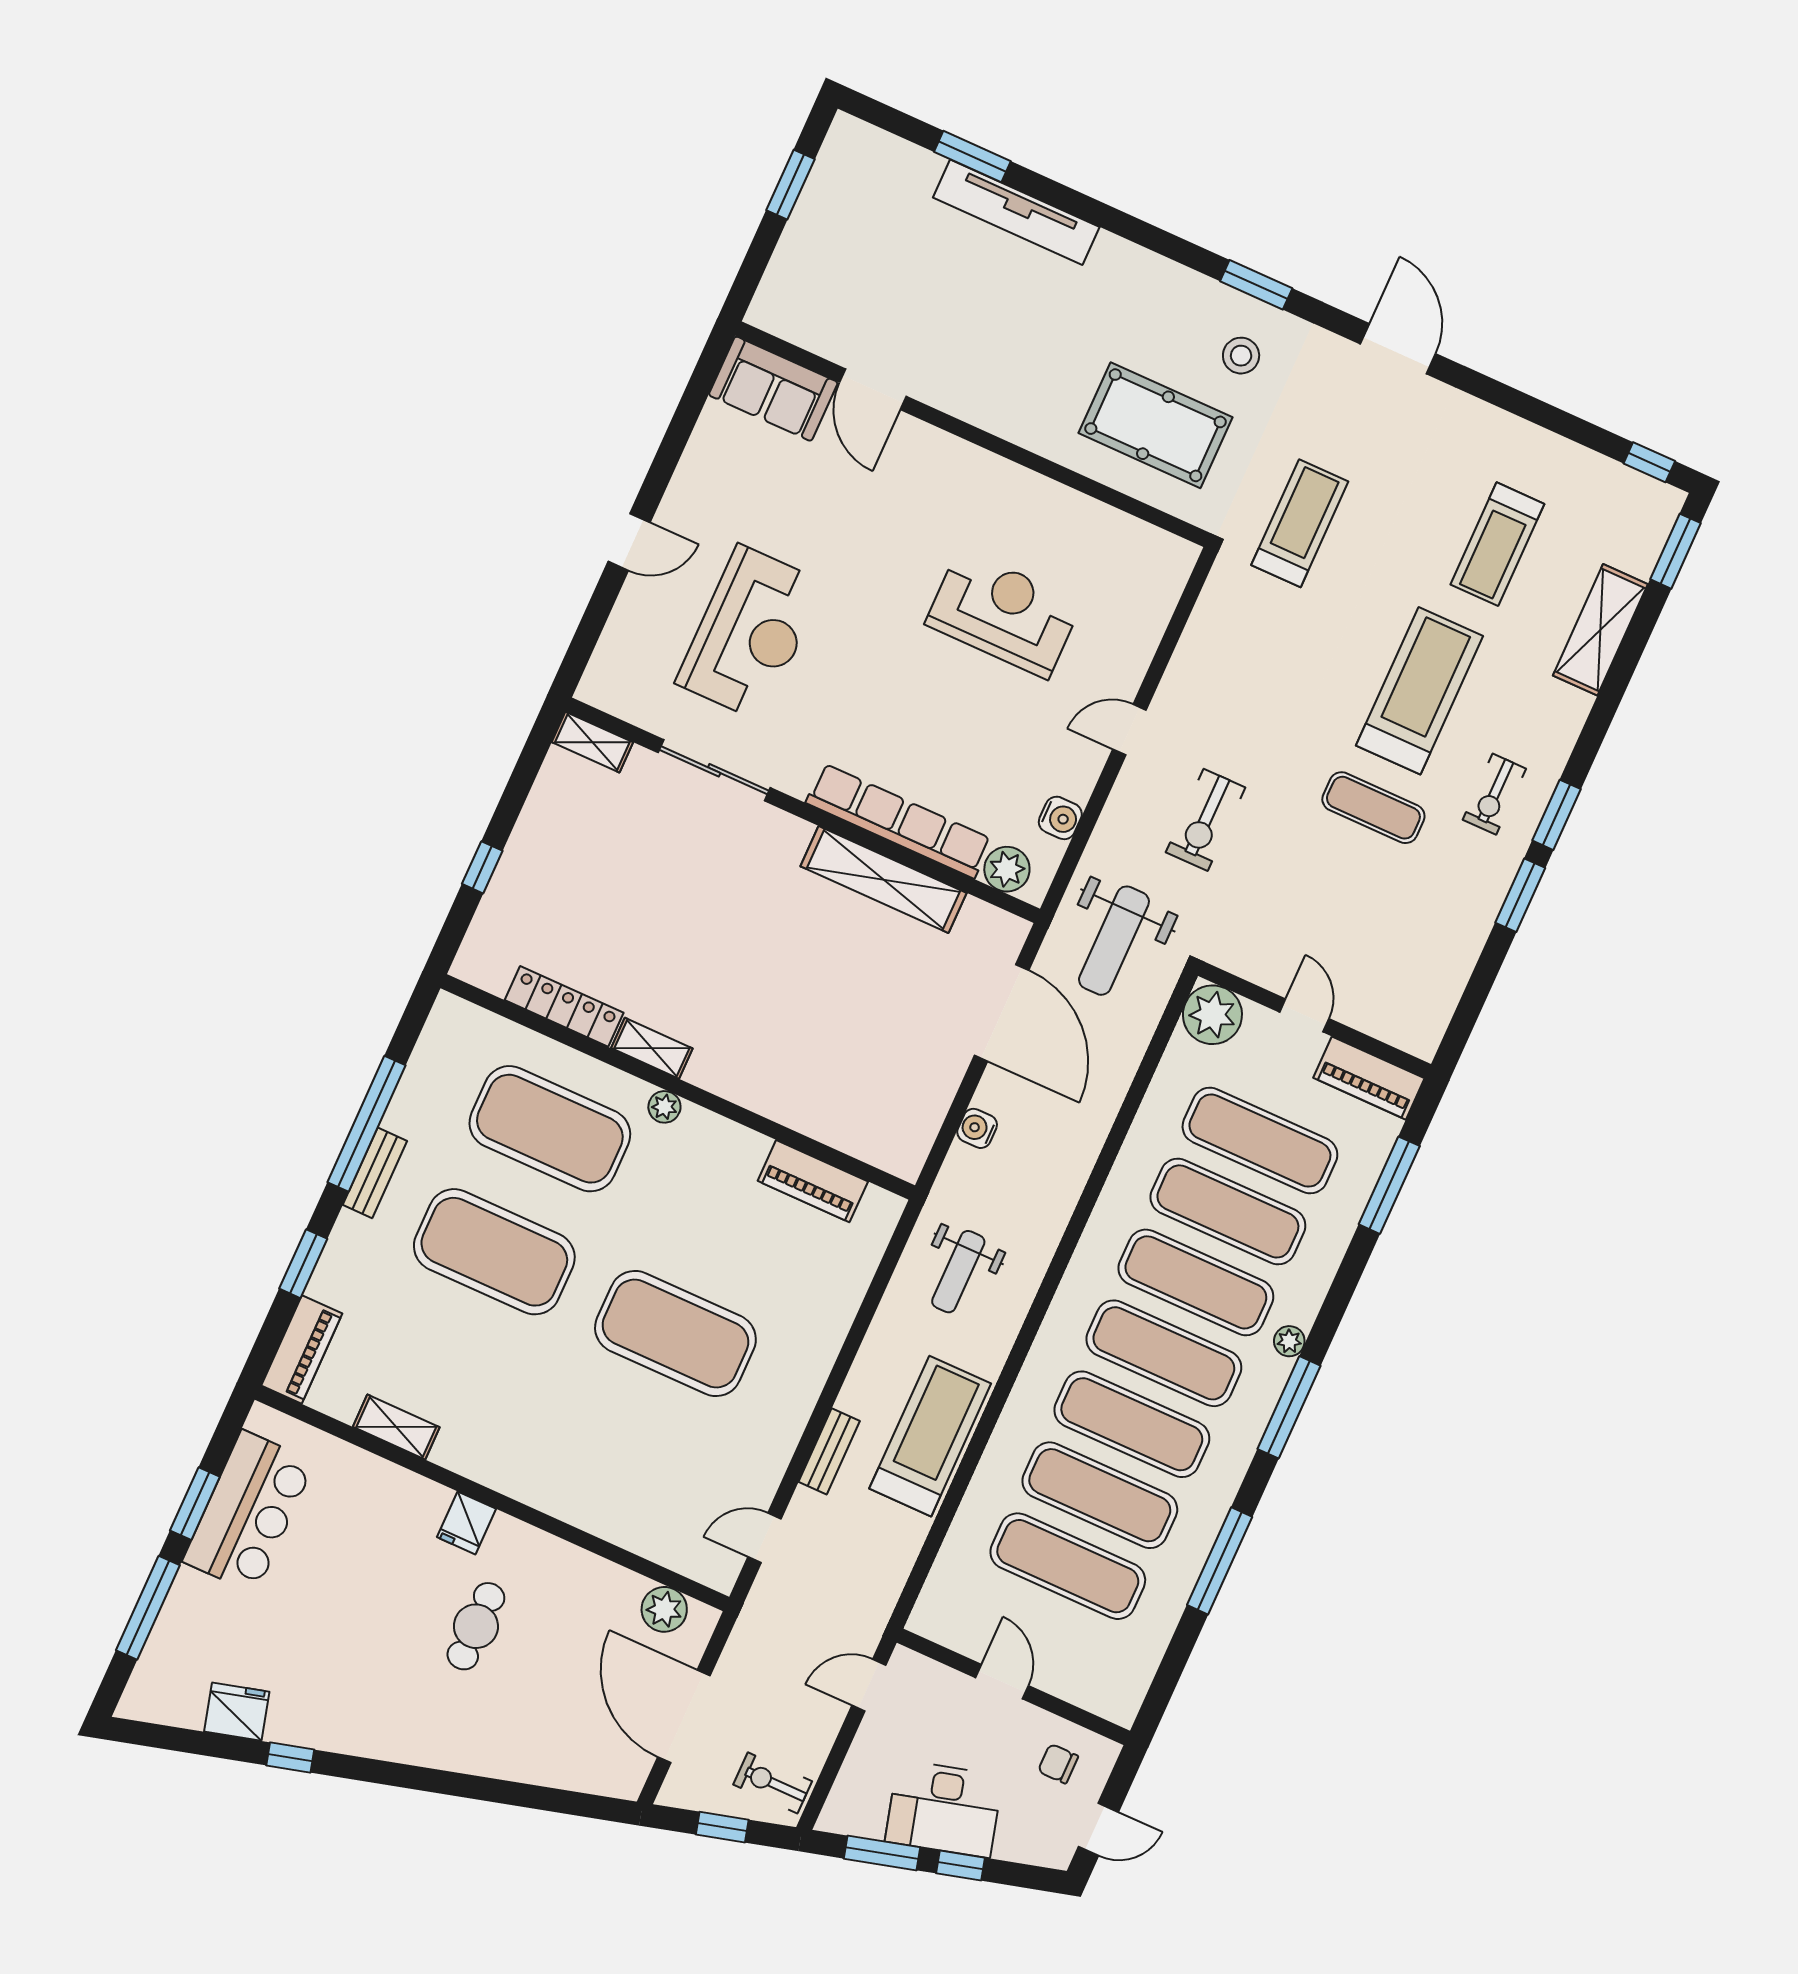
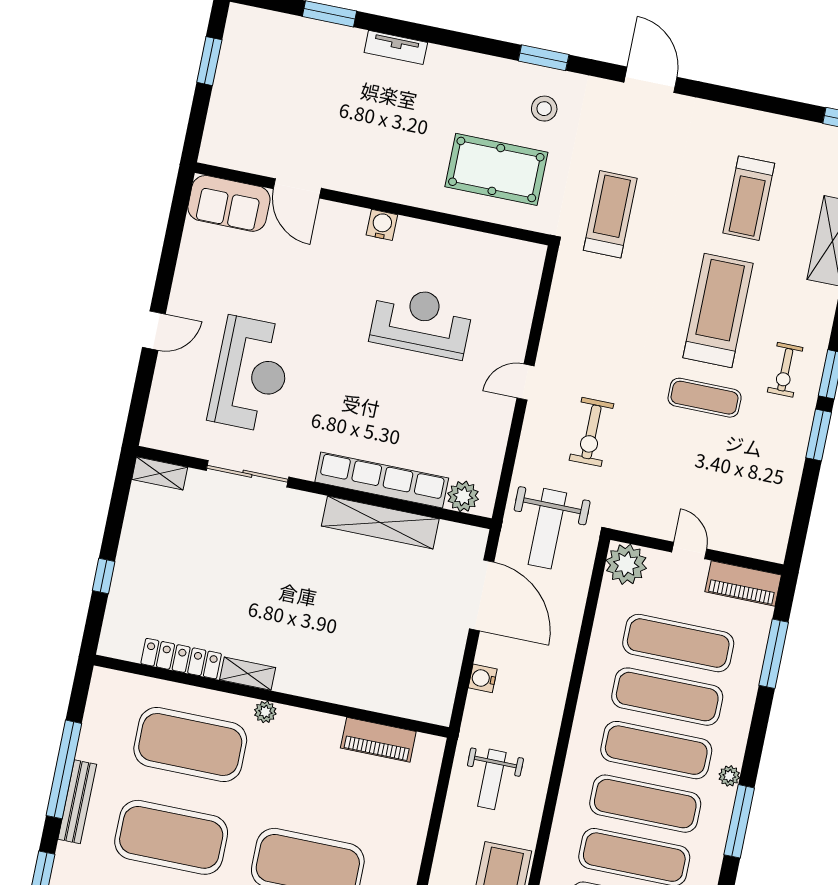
tv unit: (1016, 212) -> (396, 47), width x0.52, depth x0.78
water cooler: (1060, 818) -> (382, 225), moved, turned -90
bench: (375, 1173) -> (77, 802), width x1.36

